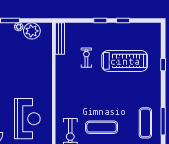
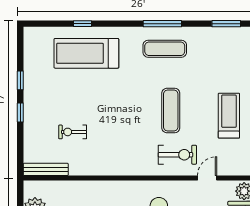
treadmill: (125, 61) -> (86, 53), moved, turned -90

